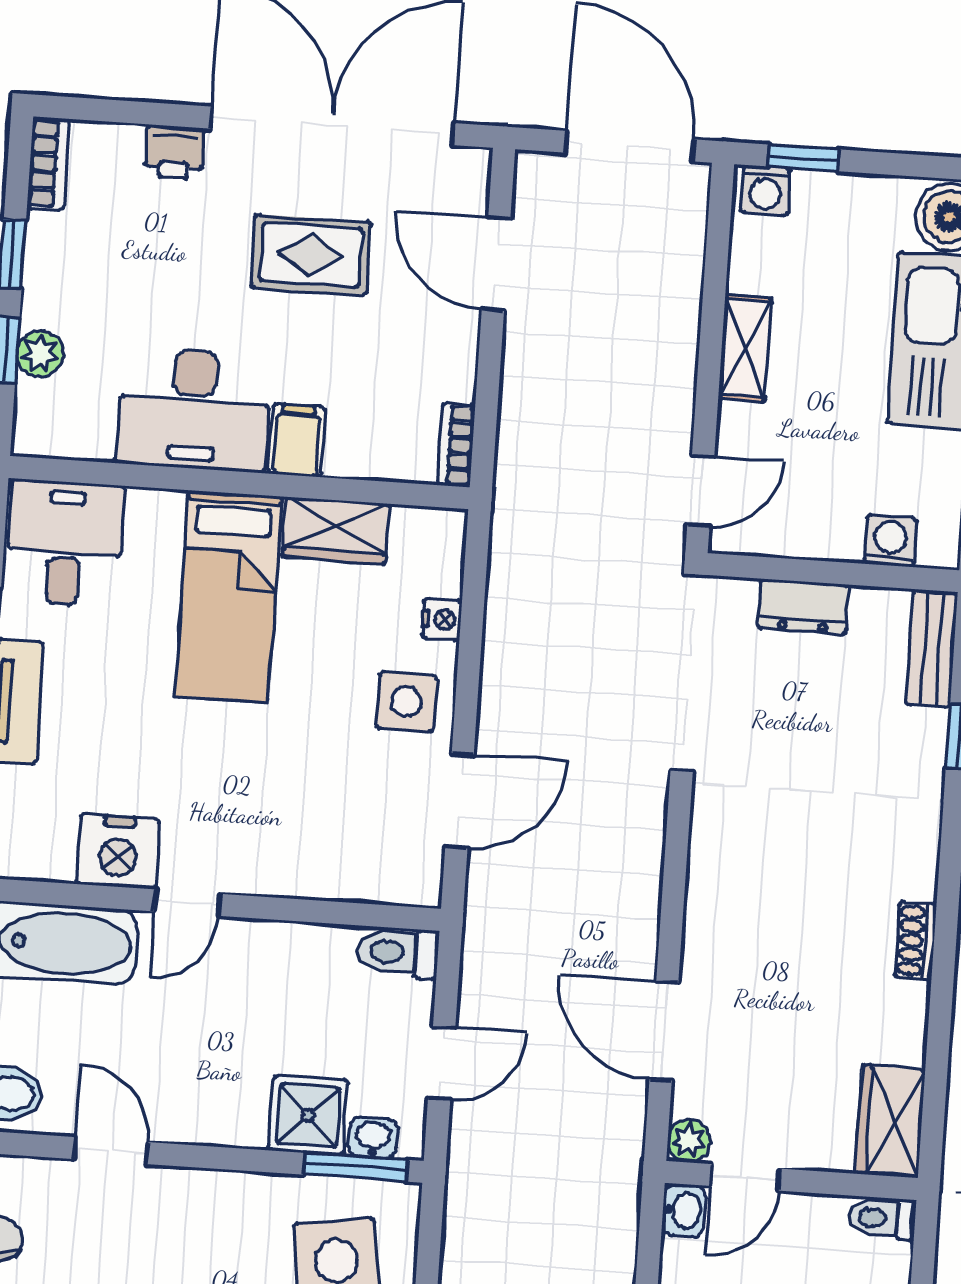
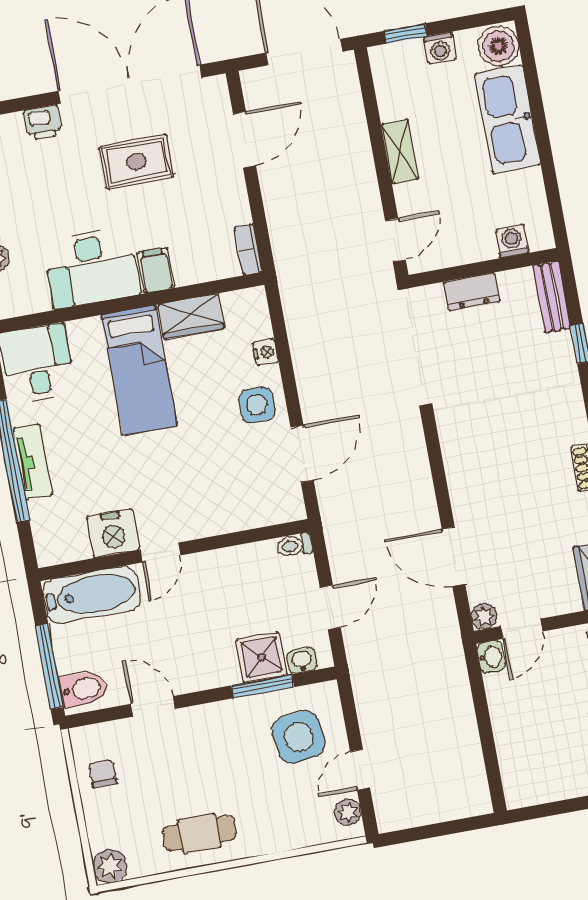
washing machine: (765, 190) -> (440, 48), moved
door: (496, 264) -> (244, 140), swing flipped
toilet: (398, 953) -> (295, 545), width x0.73, depth x0.72
window: (356, 1167) -> (263, 686), moved

